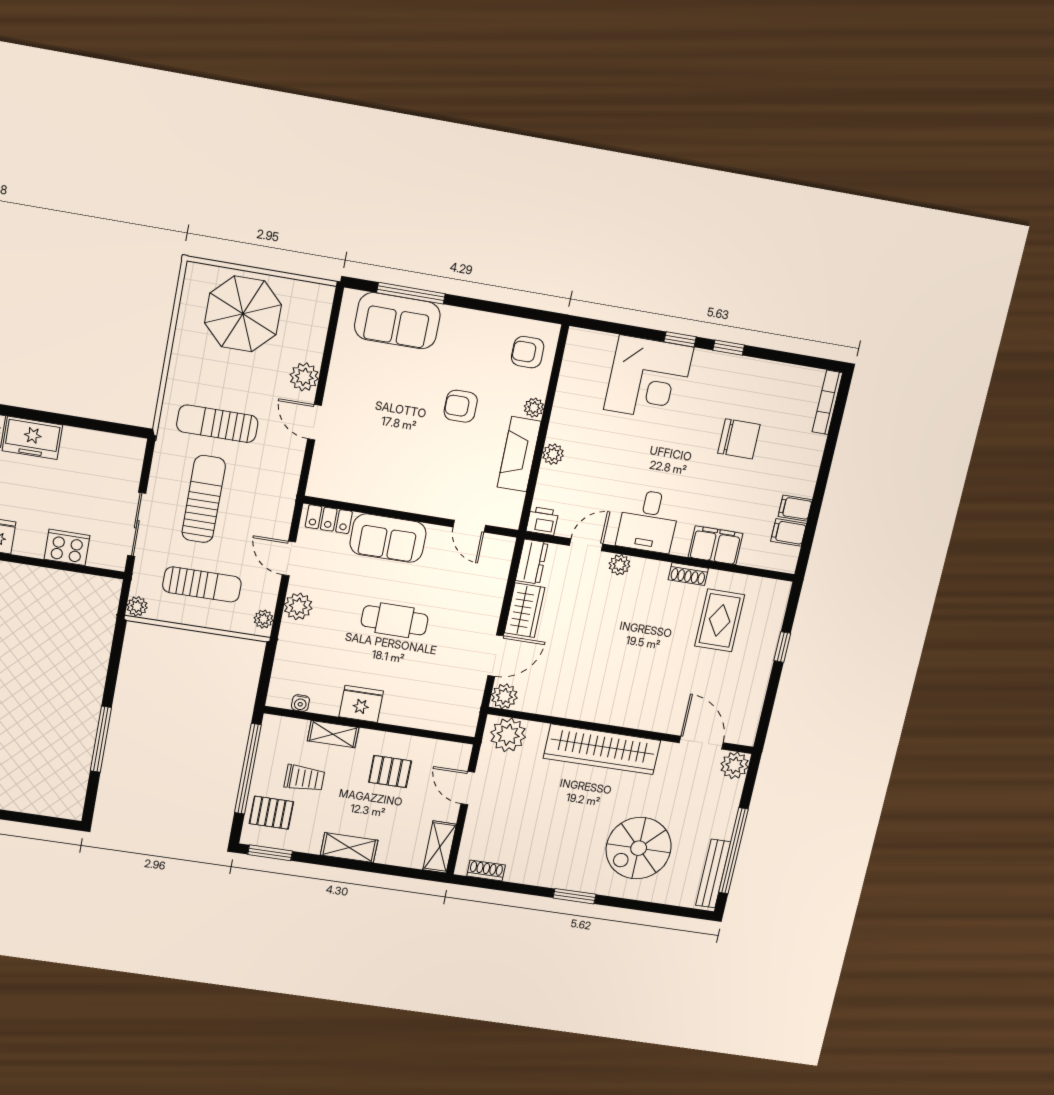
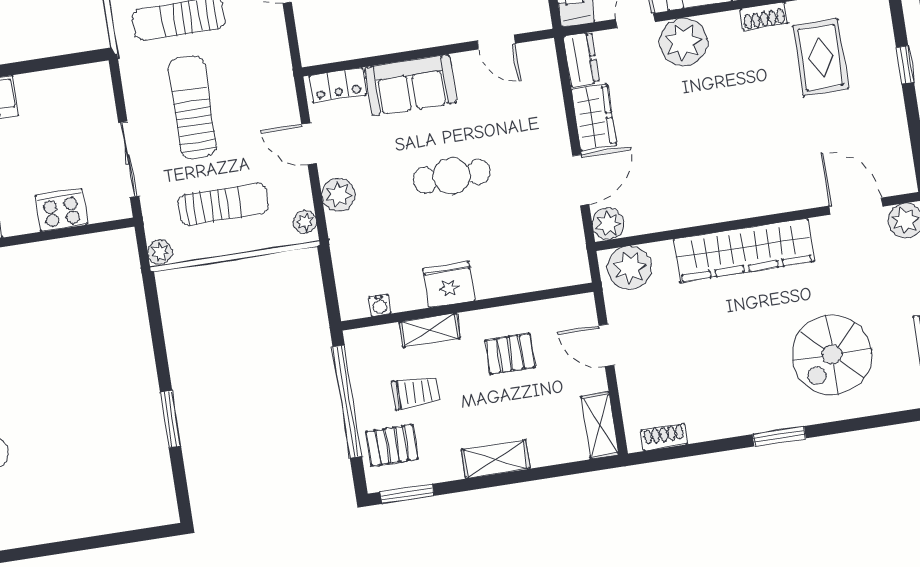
plant: (619, 565) -> (683, 42), width x1.88, depth x1.88
window: (101, 739) -> (170, 419), width x0.69

